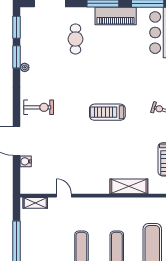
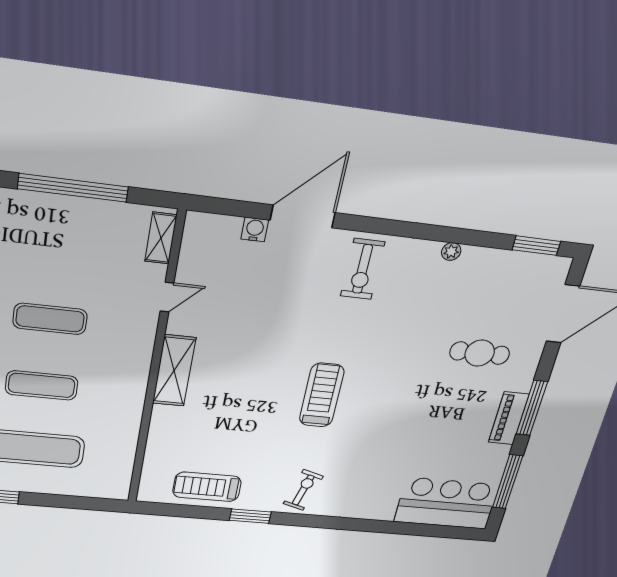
piano: (116, 16) -> (509, 418), width x0.73, depth x0.75
window: (17, 57) -> (477, 238), removed
shelving: (129, 186) -> (174, 371), moved

